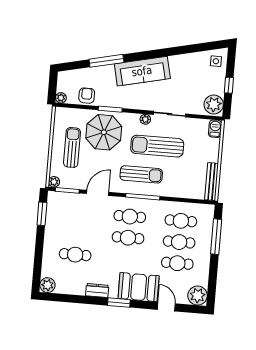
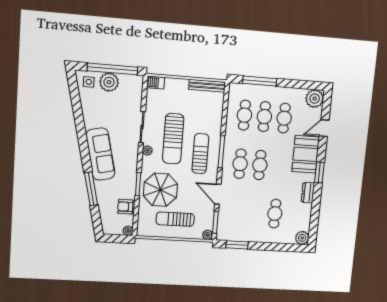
window: (229, 85) -> (112, 69), width x3.17
plant: (214, 104) -> (109, 82), moved

